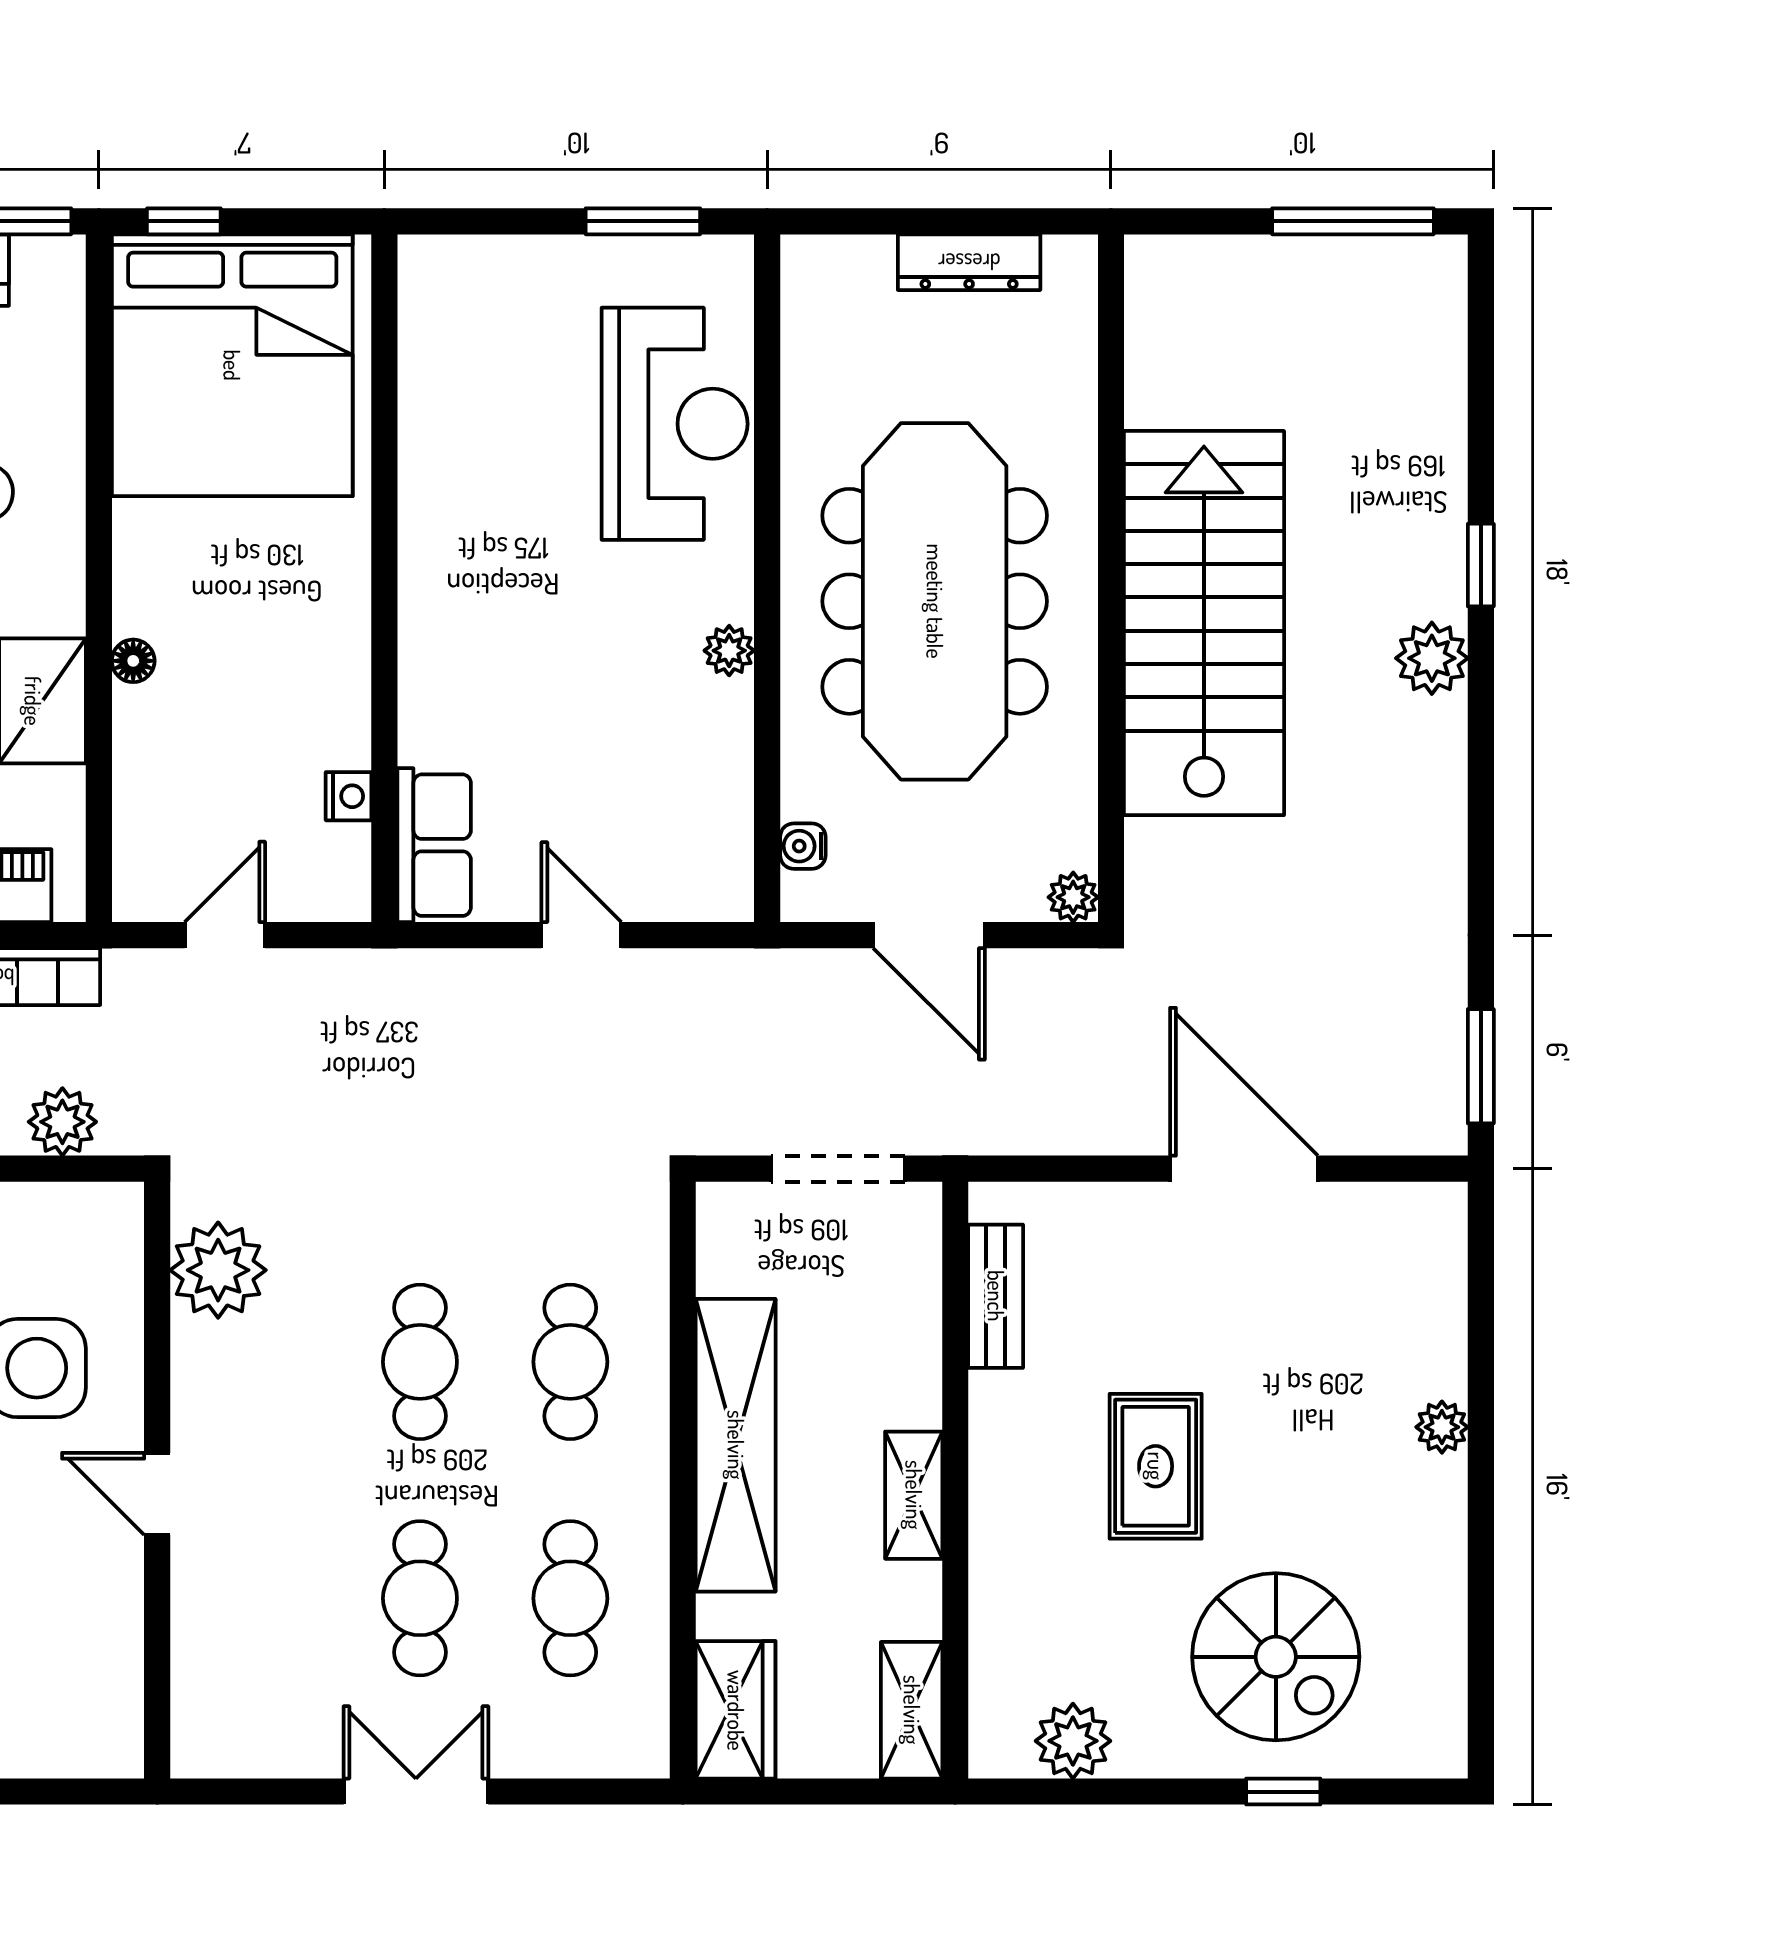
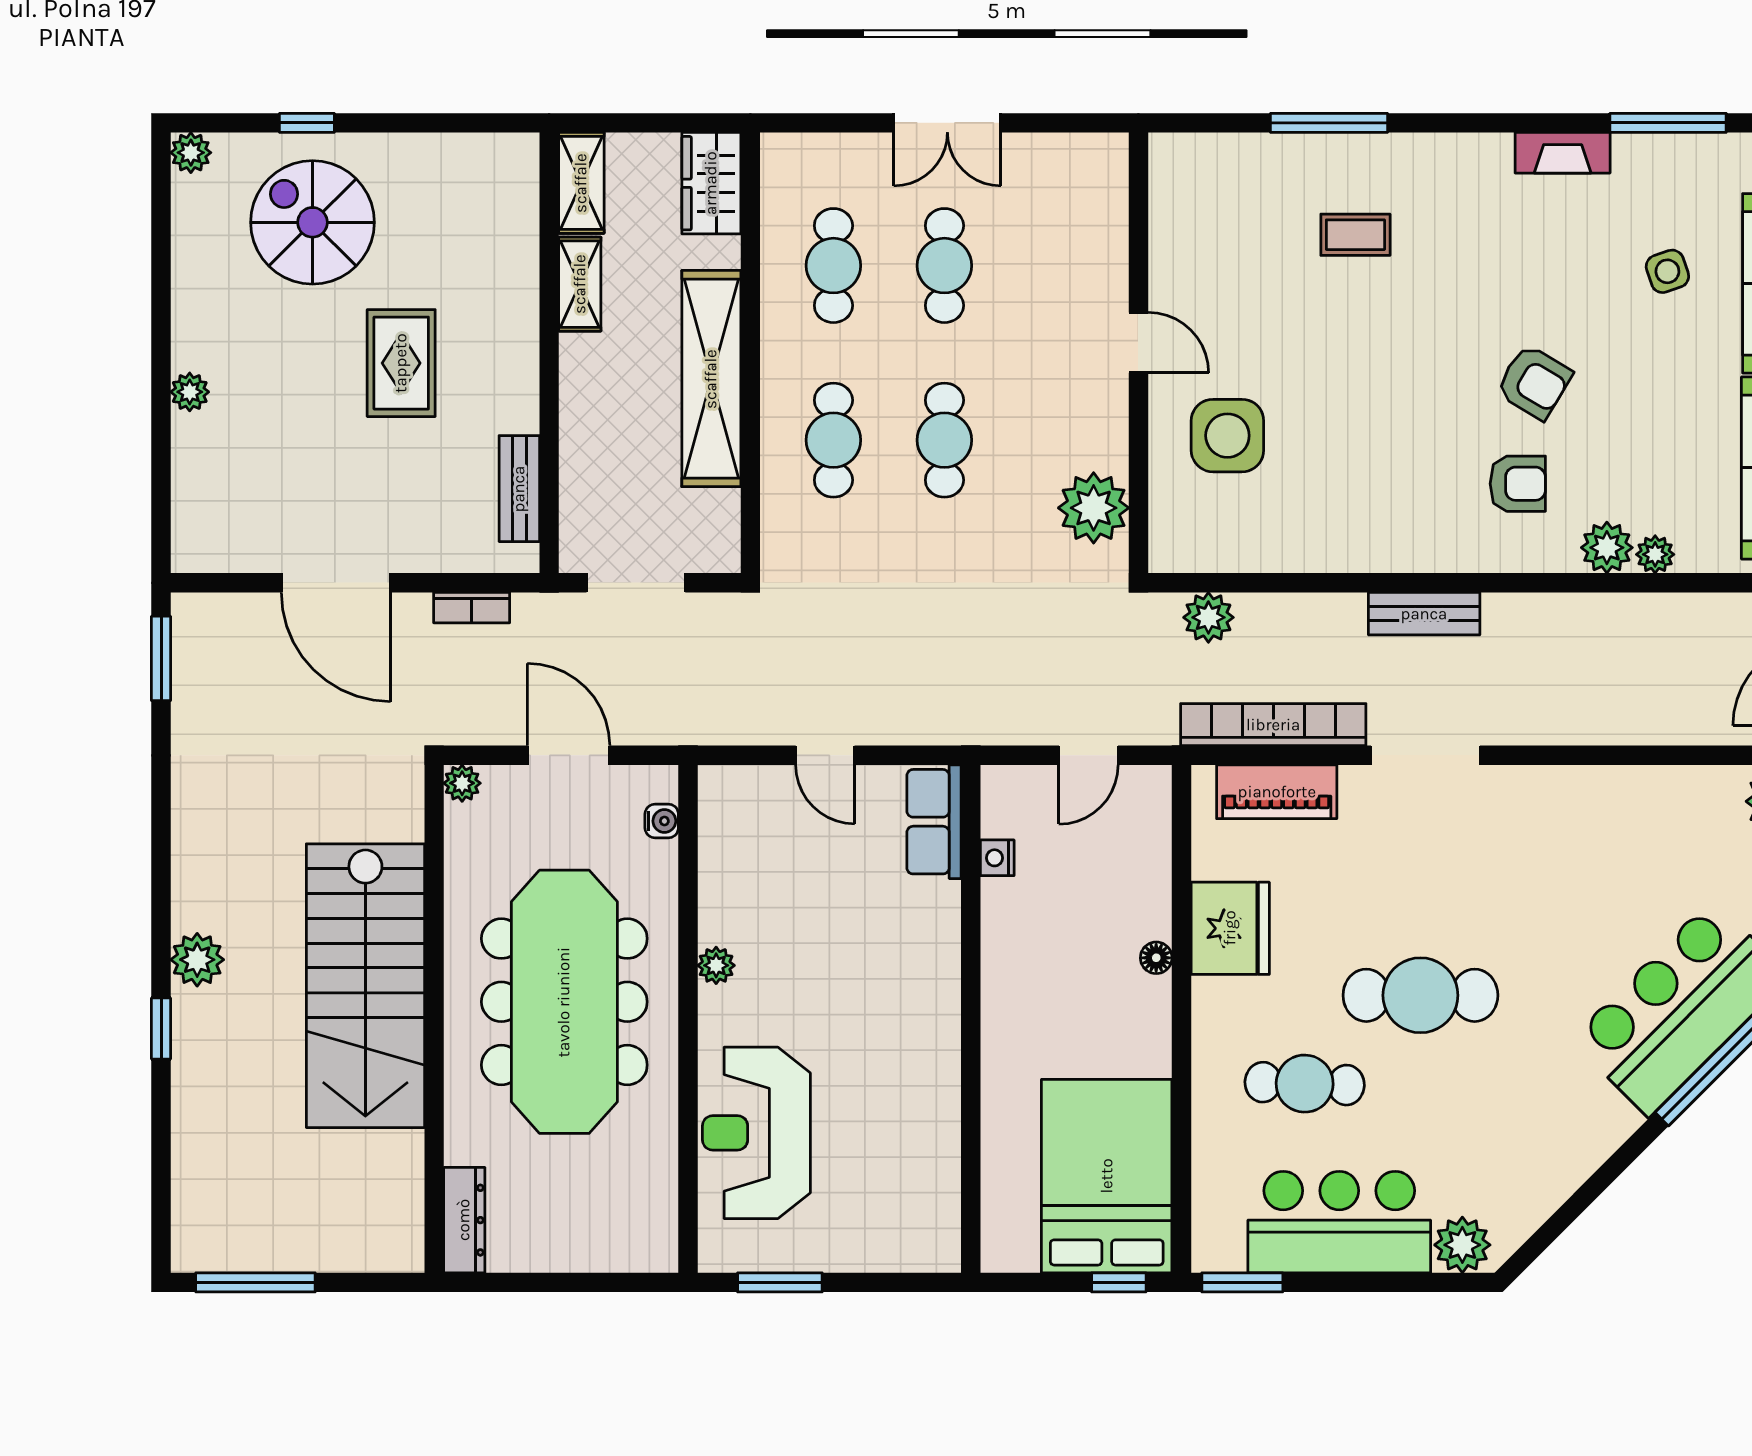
dresser: (969, 262) -> (464, 1220), moved, turned 90
bed: (232, 365) -> (1107, 1176), width x0.73
bookcase: (1060, 1135) -> (472, 608), added
shelving: (914, 1495) -> (580, 284), moved
plant: (1073, 1741) -> (191, 153), moved, width x0.73, depth x0.73

